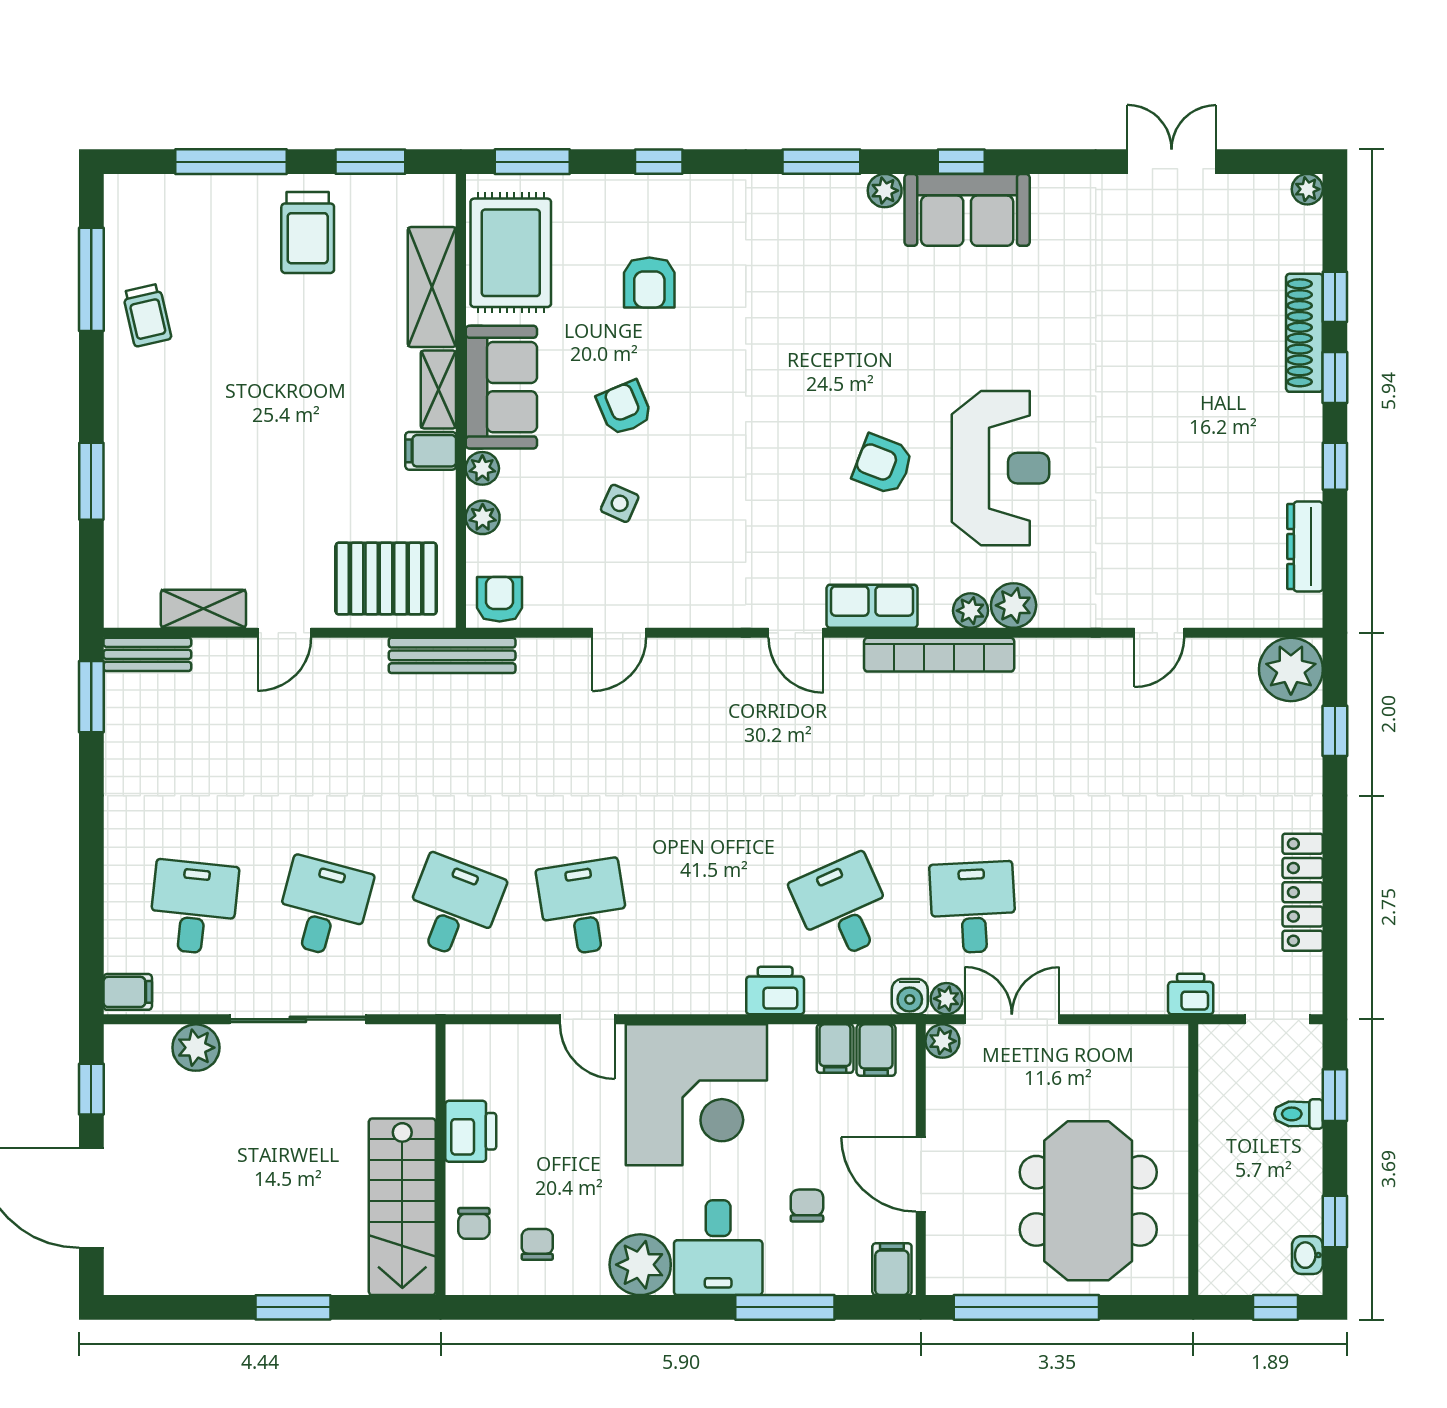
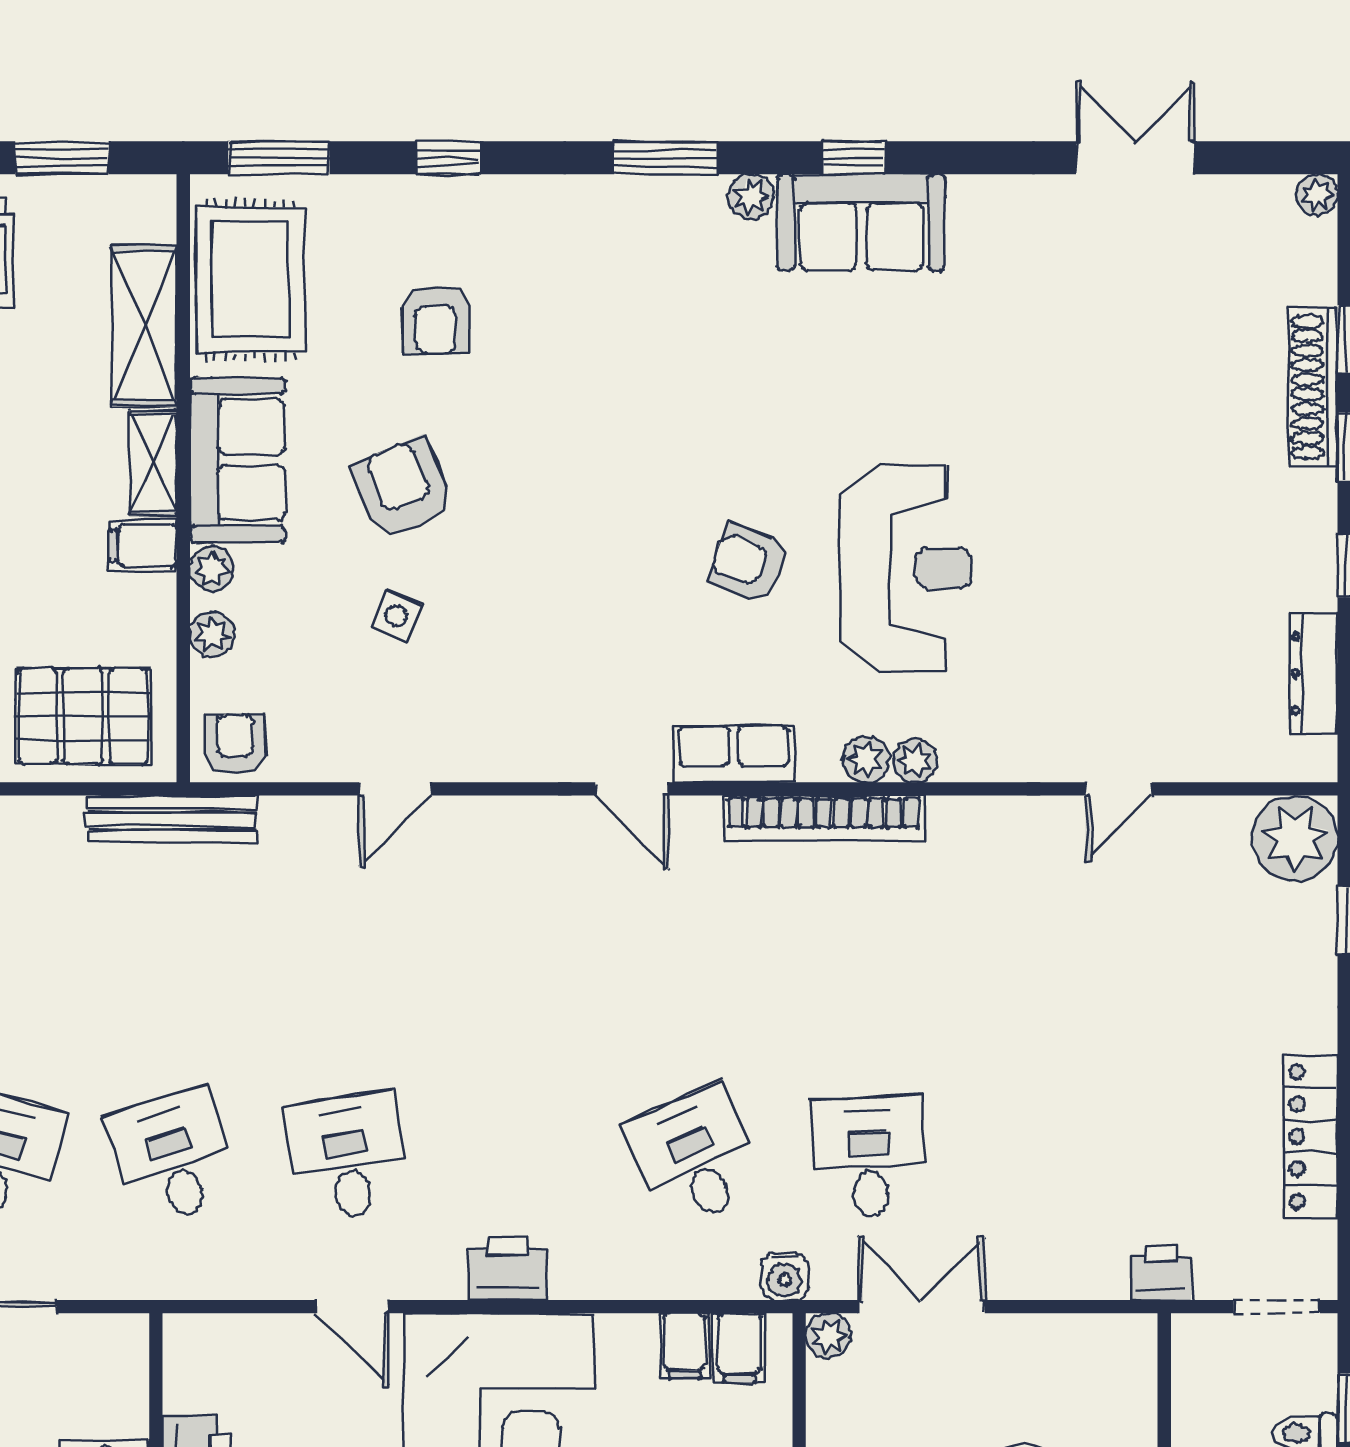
armchair: (624, 408) -> (402, 488), width x1.38, depth x1.38
plant: (1014, 605) -> (915, 761), width x0.73, depth x0.73
desk: (453, 907) -> (173, 1157), turned -39
printer: (775, 991) -> (508, 1268), moved
plant: (947, 999) -> (834, 1279), removed

